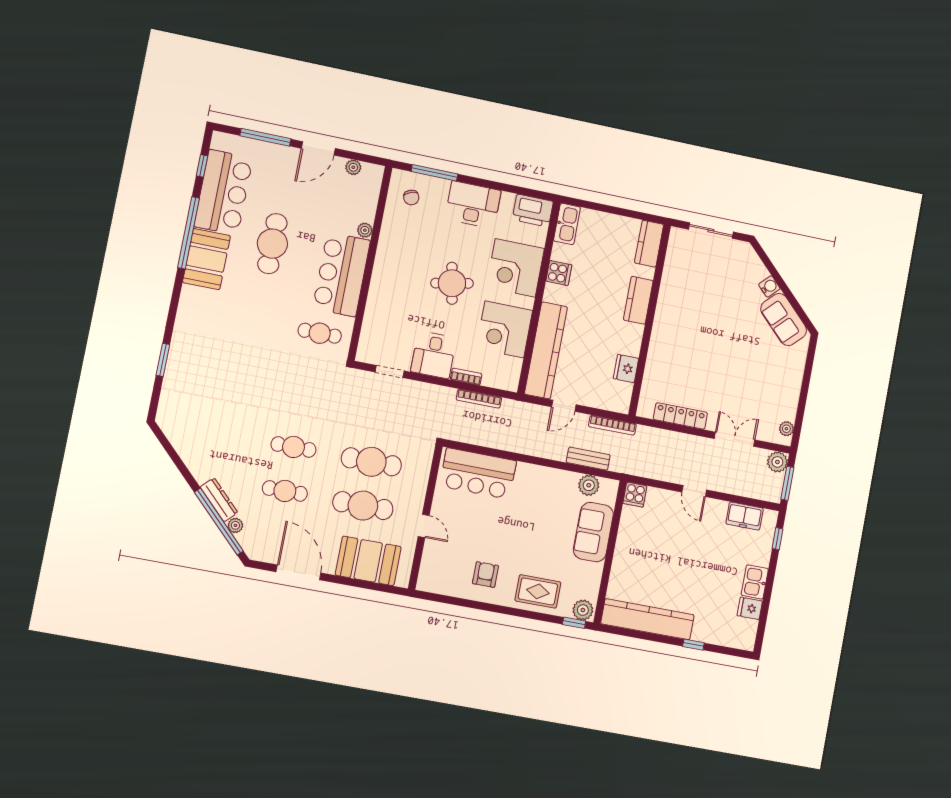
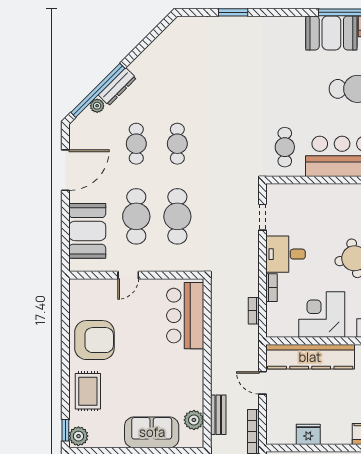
bookcase: (479, 399) -> (254, 311), width x0.64
armchair: (485, 575) -> (94, 340), width x1.88, depth x1.88

